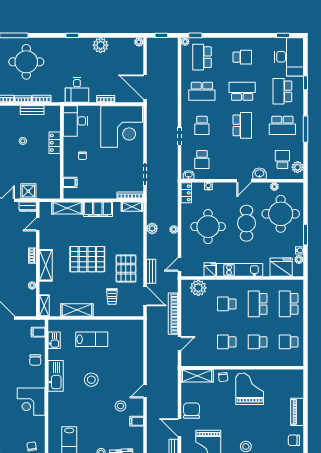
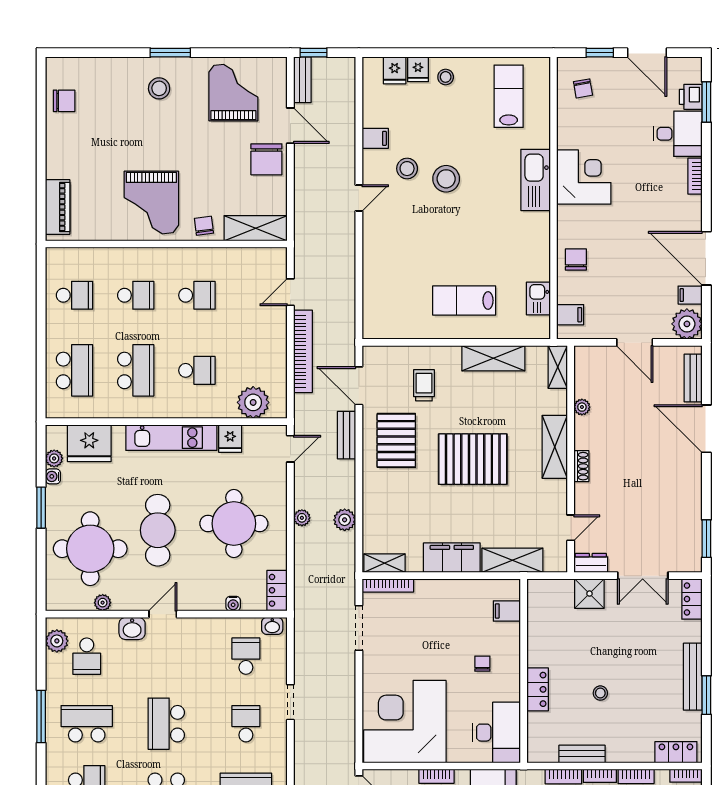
kitchen sink: (56, 376) -> (536, 180), moved
stool: (91, 380) -> (446, 179), moved
piano: (297, 412) -> (58, 207), moved

